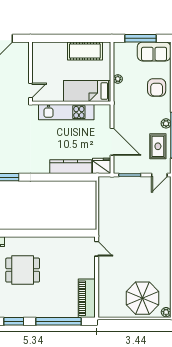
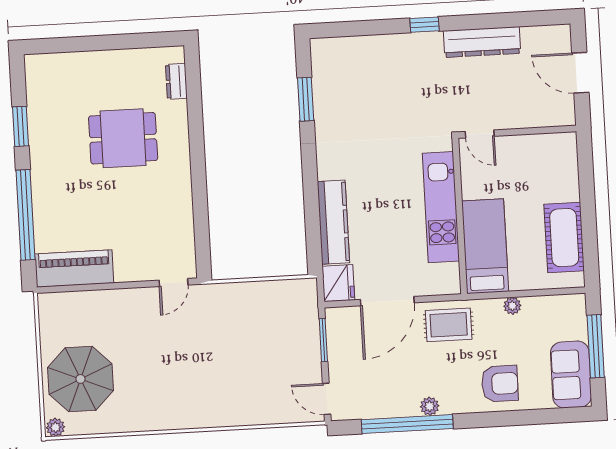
armchair: (157, 87) -> (500, 384), turned 180
rug: (158, 146) -> (449, 325), moved
dining table: (23, 270) -> (123, 138), turned 90

